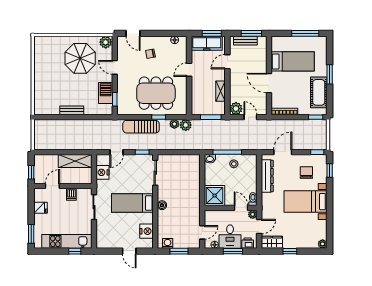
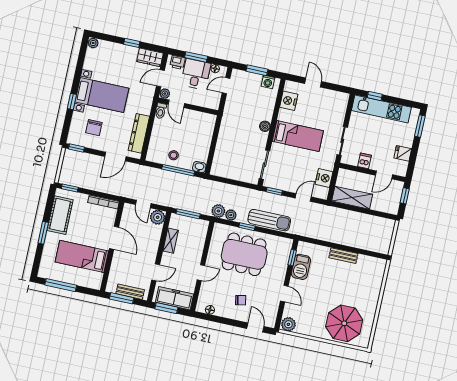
parasol: (80, 58) -> (344, 323), moved
window: (330, 170) -> (72, 102), moved
shower: (215, 196) -> (203, 124), removed

